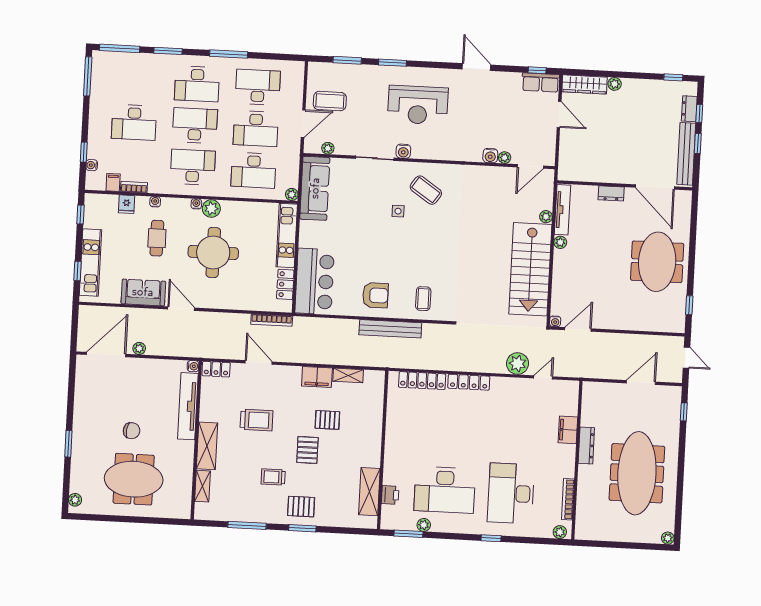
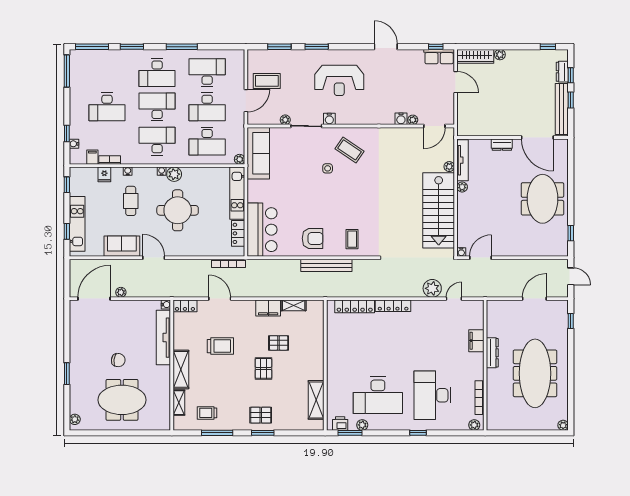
plant: (328, 148) -> (285, 120), moved
trolley: (273, 477) -> (207, 413), moved
printer: (390, 495) -> (340, 424), moved, turned -90

